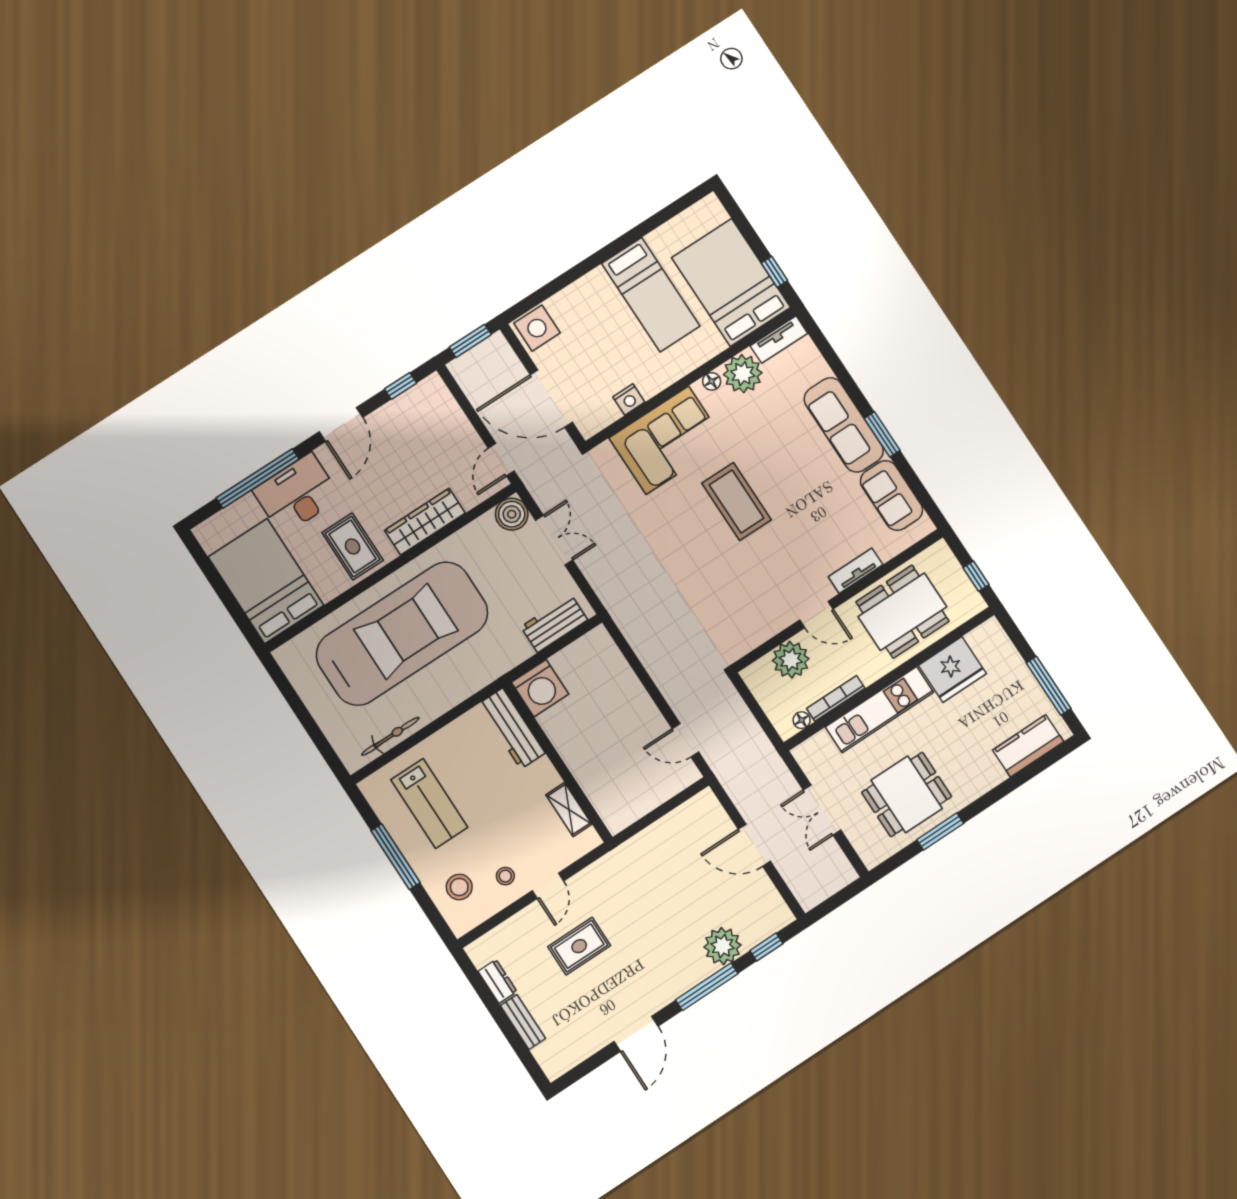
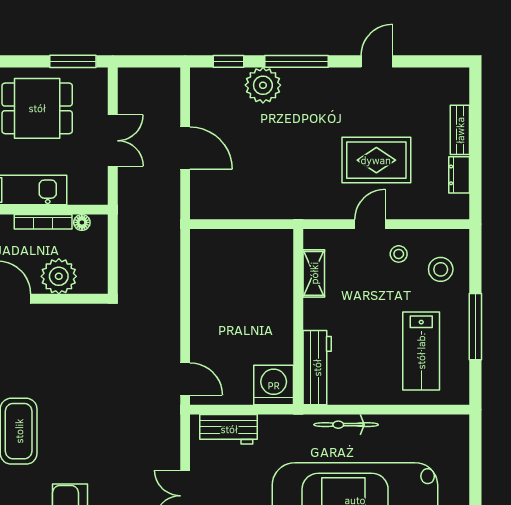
bicycle: (390, 736) -> (346, 425), moved
door: (685, 740) -> (185, 379), moved
lab bench: (429, 803) -> (421, 351), turned 180
window: (940, 831) -> (73, 61), moved
rug: (579, 946) -> (376, 160), width x1.36, depth x1.43
door: (636, 1034) -> (377, 61), width x0.73

